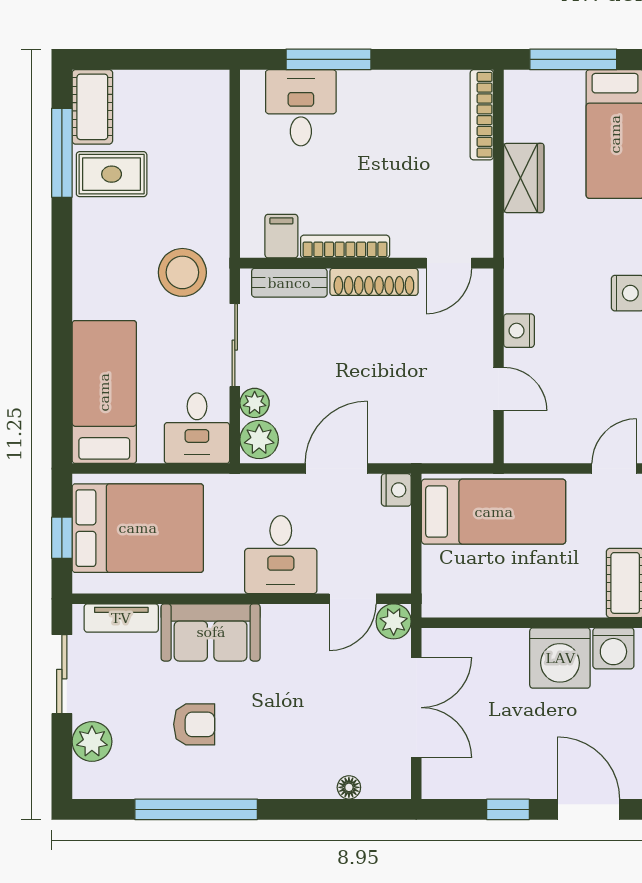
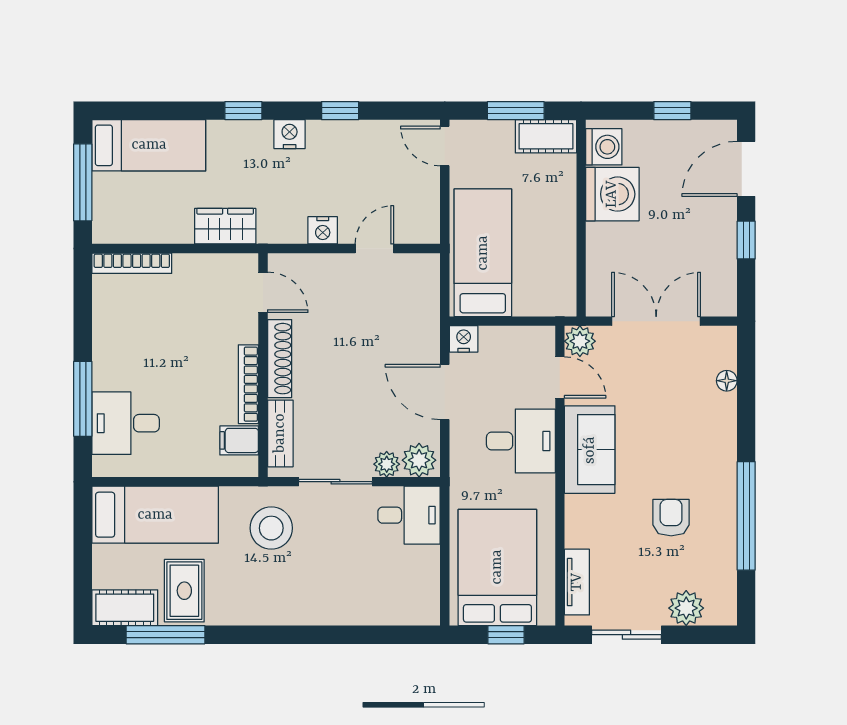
wardrobe: (524, 178) -> (225, 226), moved
bed: (104, 392) -> (155, 515), moved, turned 180
sofa: (211, 632) -> (590, 450), moved

